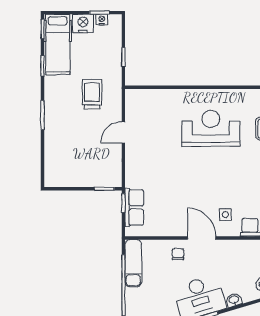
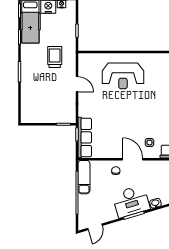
reception desk: (211, 128) -> (123, 76), moved, turned 180
door: (123, 133) -> (77, 84), swing flipped
row of seats: (134, 207) -> (85, 137), width x1.48

